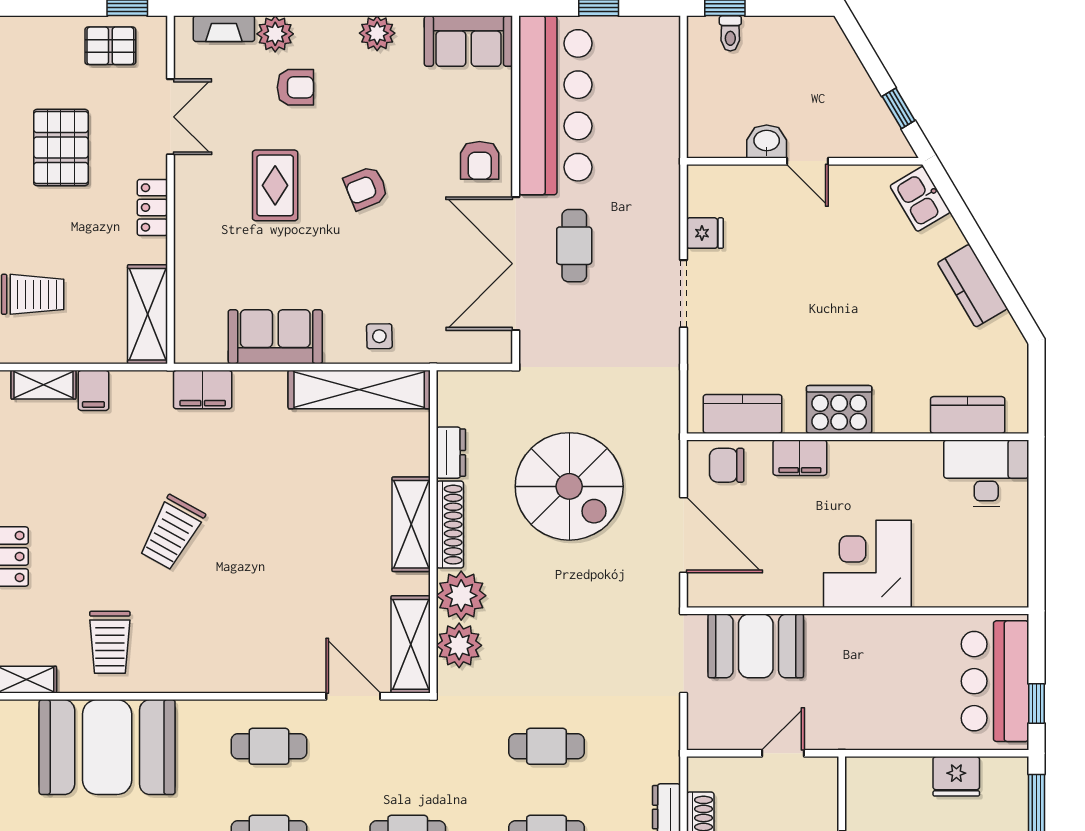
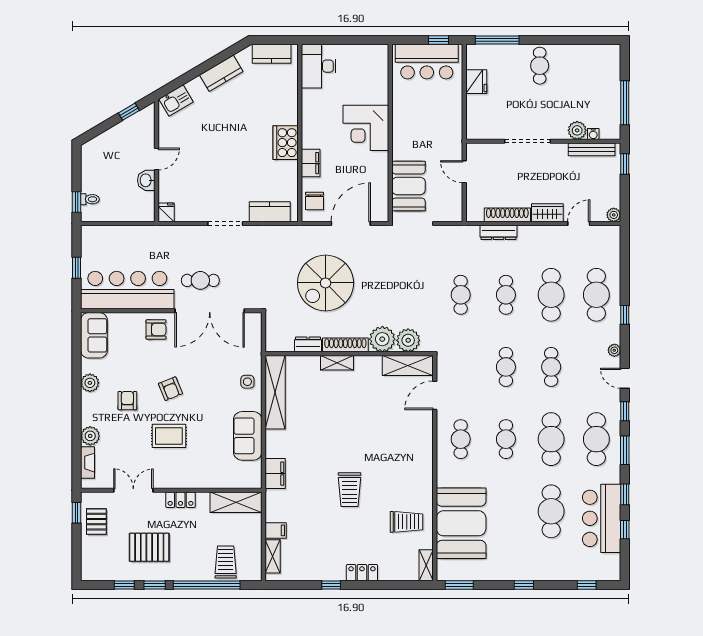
armchair: (295, 87) -> (127, 401), moved
fridge: (705, 233) -> (166, 212), moved
kitchen counter: (743, 414) -> (270, 212), moved, turned 90
kitchen counter: (968, 415) -> (272, 54), moved, turned -90
spiral stairs: (569, 486) -> (326, 283), turned 180
shelving: (411, 524) -> (337, 363), width x0.67, depth x0.75
trolley: (172, 533) -> (350, 490), turned 61

